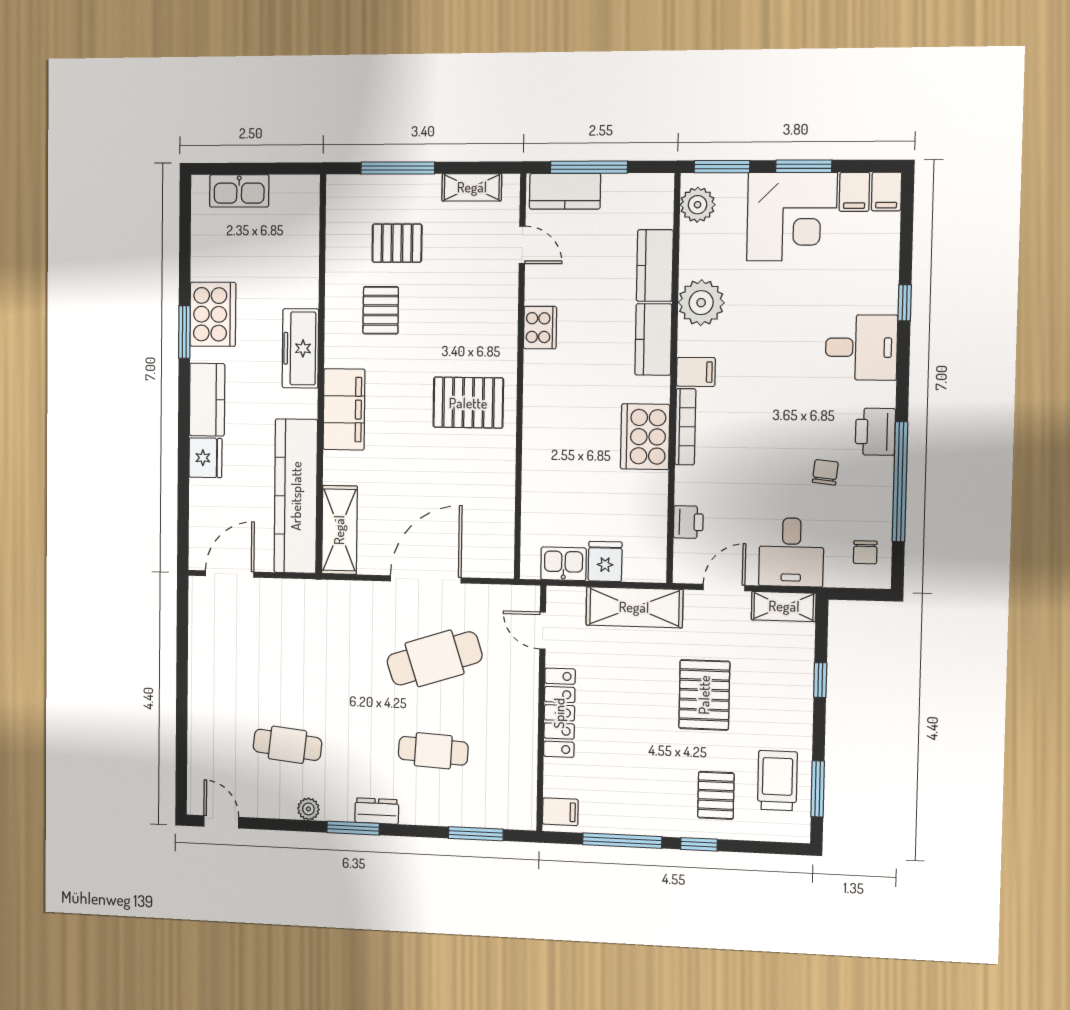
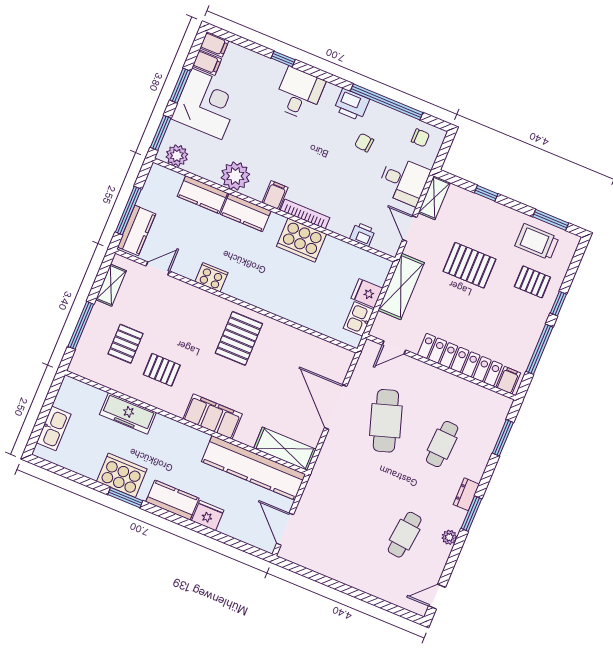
freezer: (300, 348) -> (128, 413), moved
locker: (559, 713) -> (460, 360), width x1.41, depth x1.21

